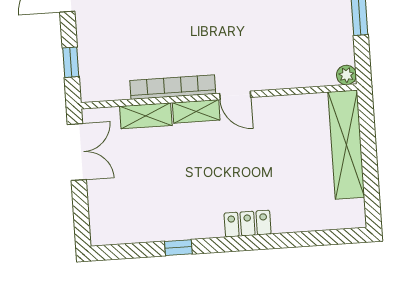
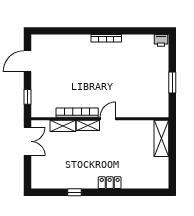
plant: (346, 75) -> (164, 112), removed
door: (235, 95) -> (108, 119), swing flipped
shelving: (346, 145) -> (161, 138), width x0.68

